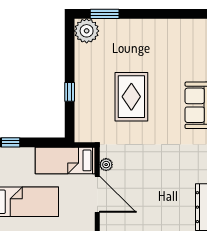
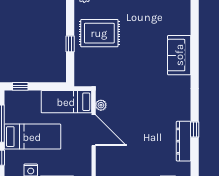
rug: (131, 97) -> (99, 33), moved, turned 90

